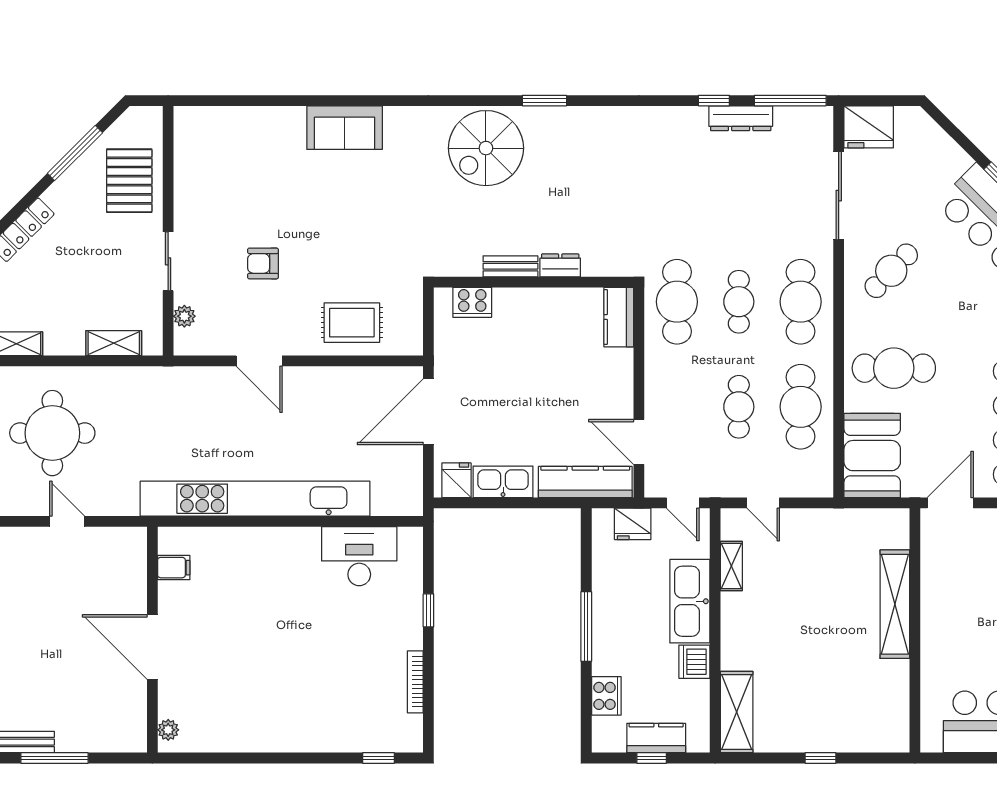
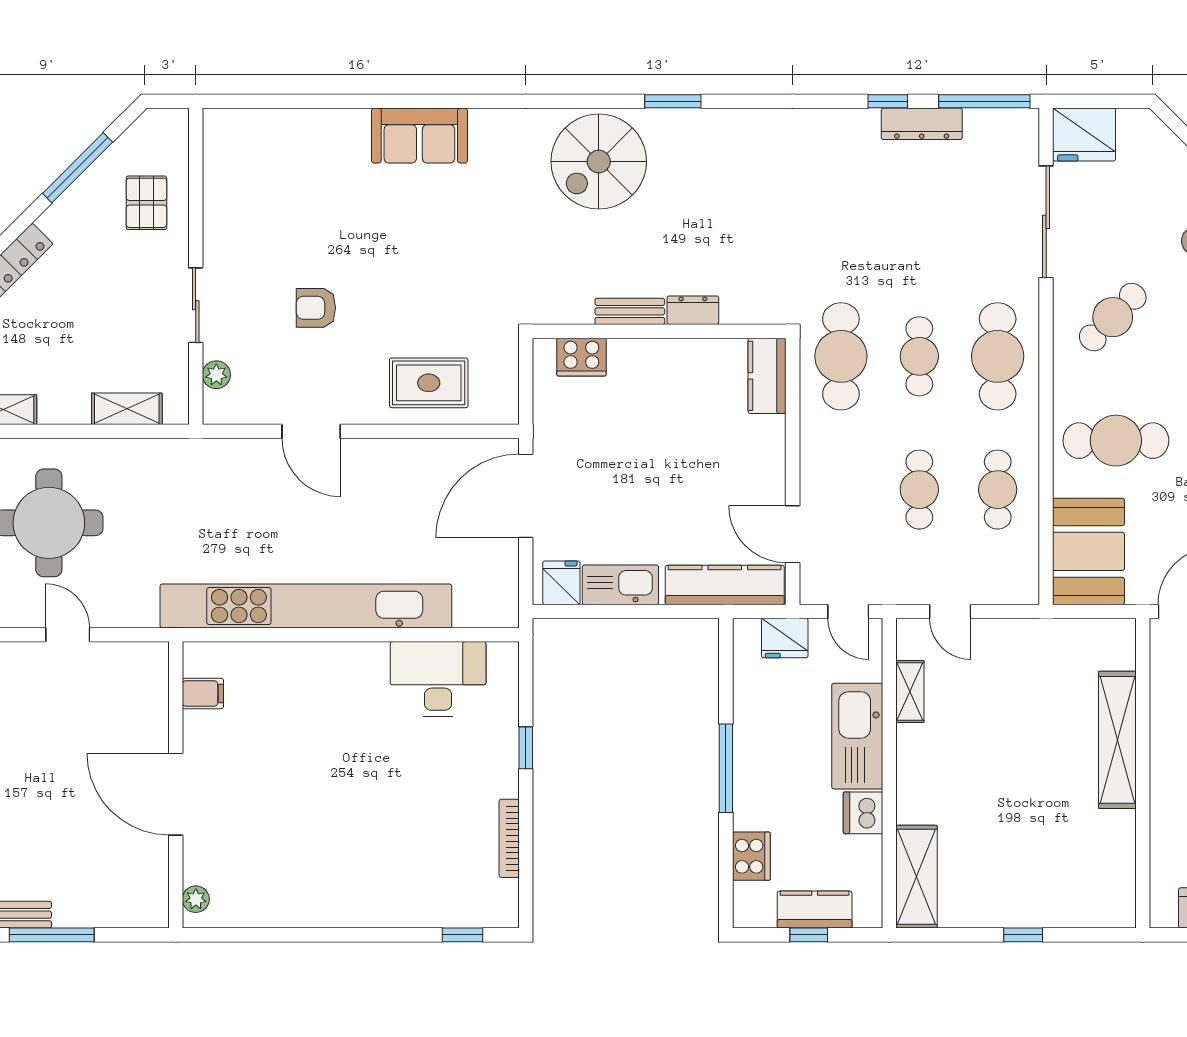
pallet: (129, 181) -> (146, 203), width x0.67, depth x0.71
cafe table: (801, 407) -> (998, 490), width x0.73, depth x0.74

